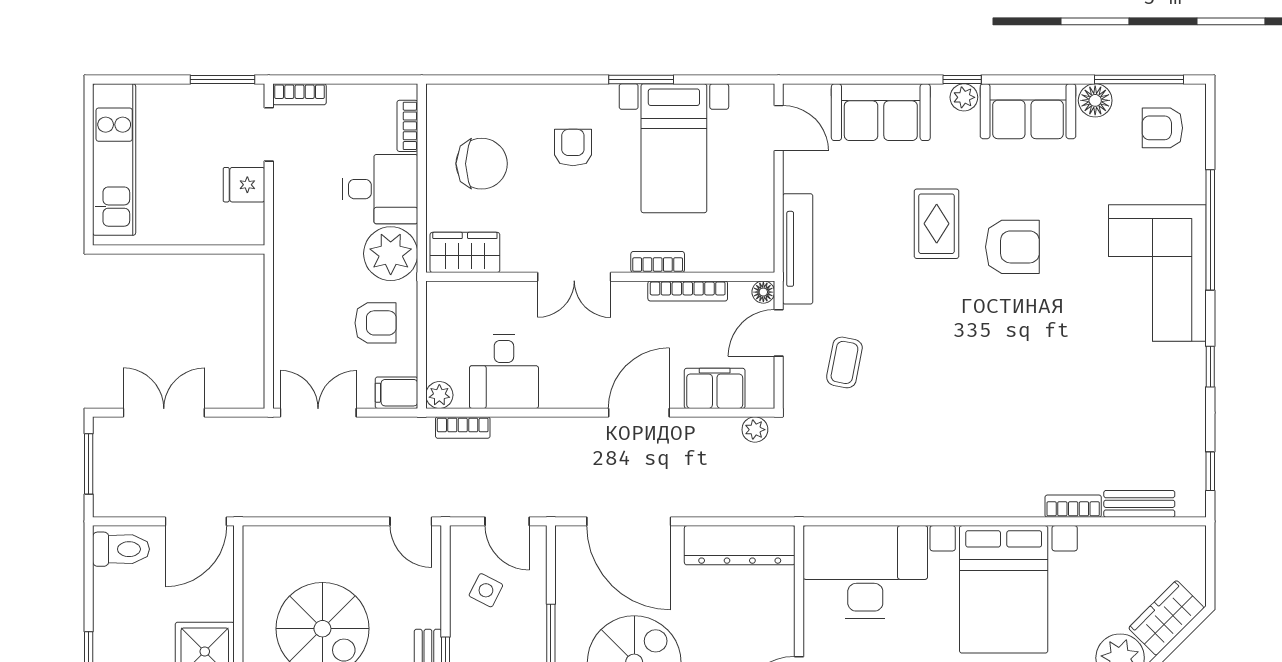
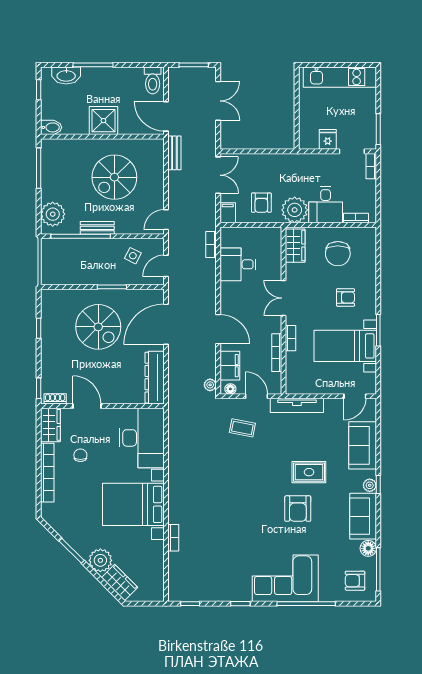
armchair: (1162, 128) -> (355, 581), turned -90
floor lamp: (763, 292) -> (230, 389), moved
plant: (439, 395) -> (227, 233), removed
bench: (1139, 504) -> (174, 153), moved

